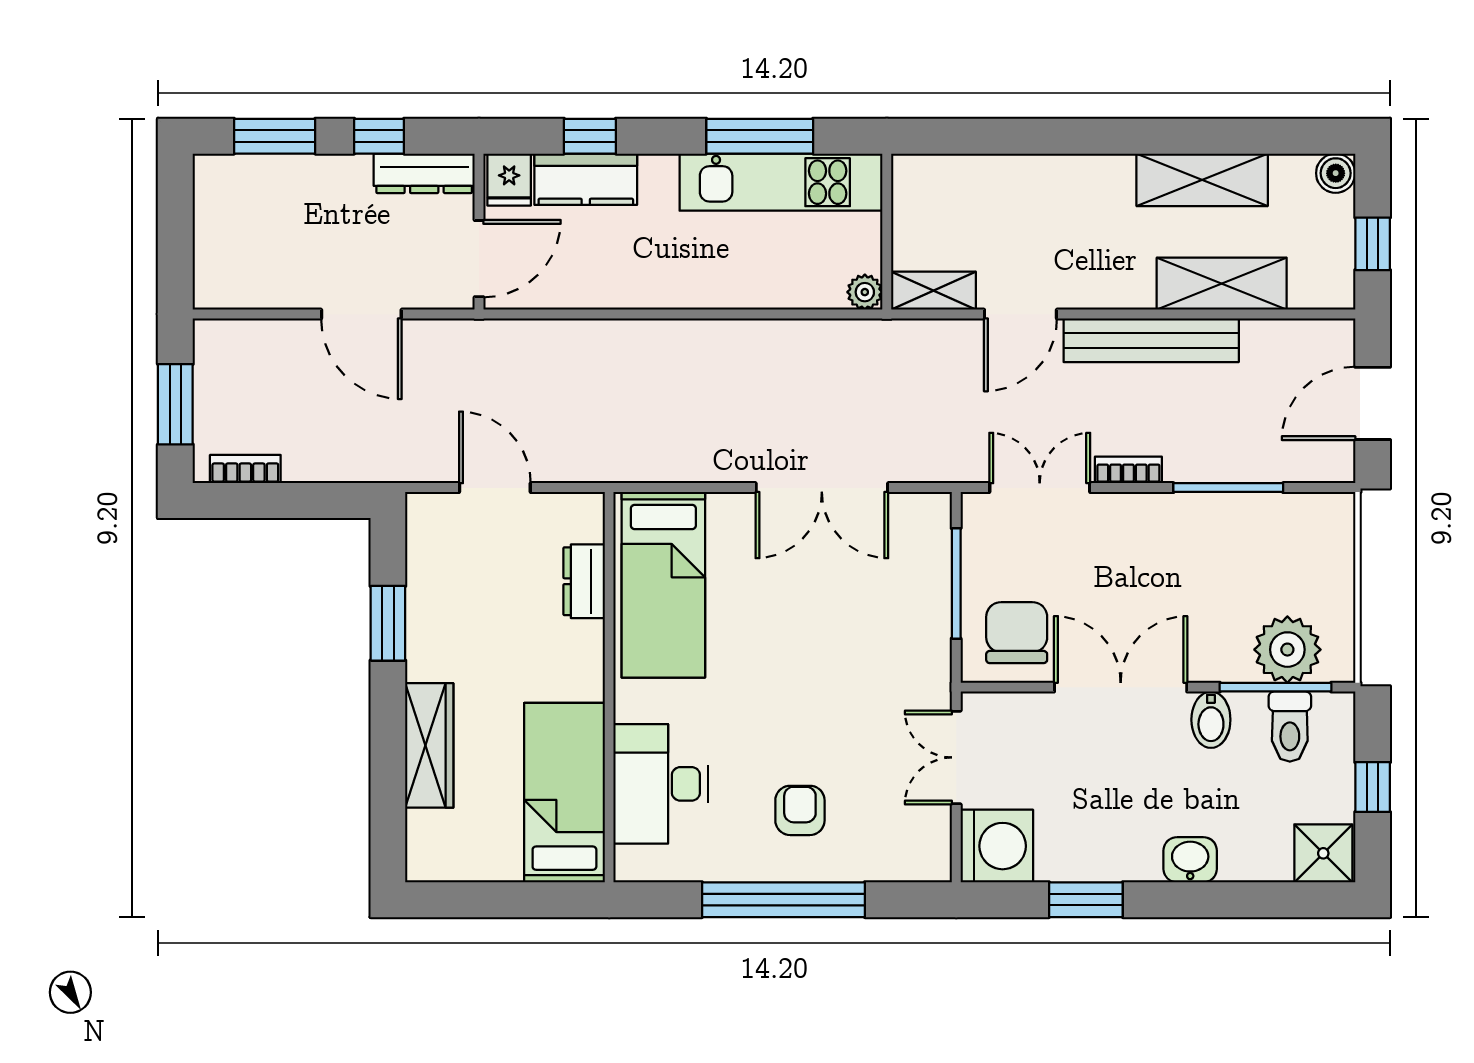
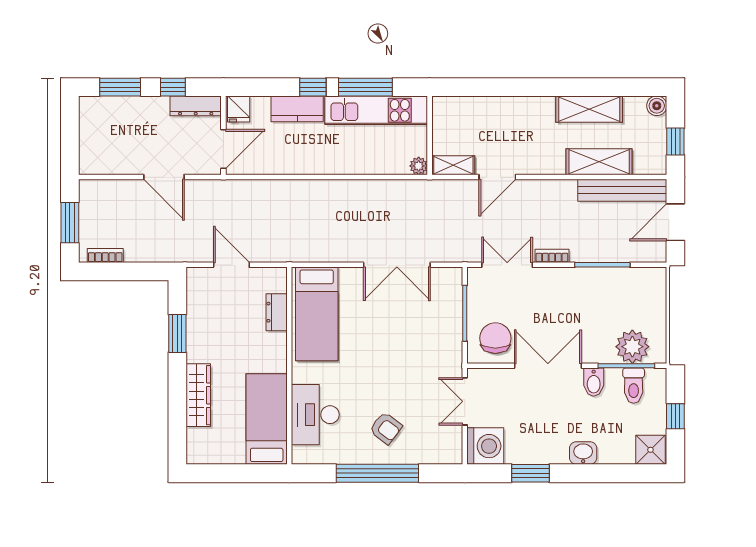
window: (590, 136) -> (313, 87), moved
kitchen counter: (586, 179) -> (297, 109), moved
bench: (1151, 340) -> (622, 190), moved
armchair: (800, 810) -> (386, 428), turned 127

